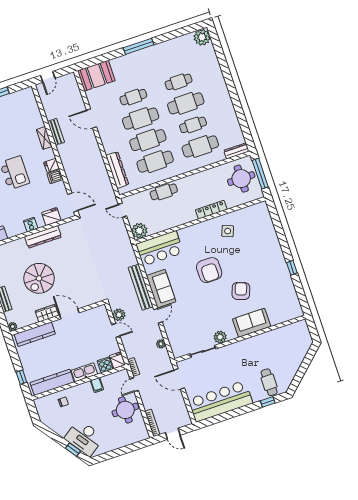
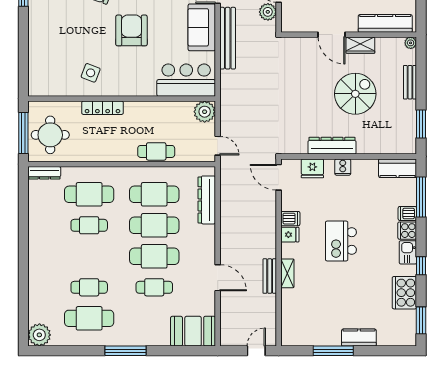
cafe table: (186, 103) -> (89, 318), moved

